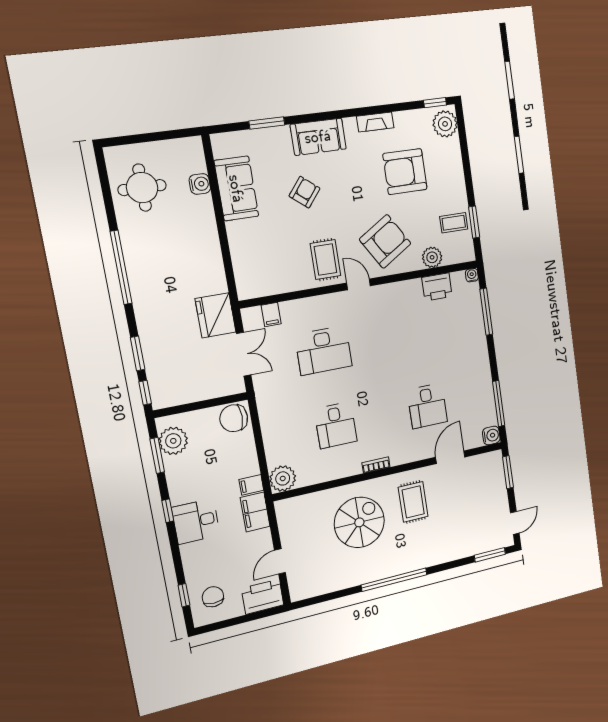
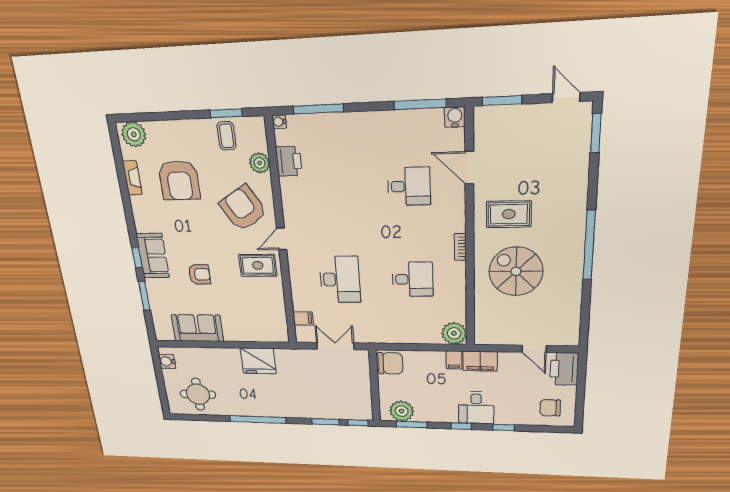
window: (435, 103) -> (137, 258), moved
fireplace: (375, 122) -> (132, 178), moved
water cooler: (200, 184) -> (167, 361), moved, turned -90
armchair: (304, 192) -> (199, 274), turned 141
fridge: (216, 315) -> (258, 361), moved
chair: (234, 418) -> (390, 363), turned -90
window: (184, 595) -> (503, 427), moved

